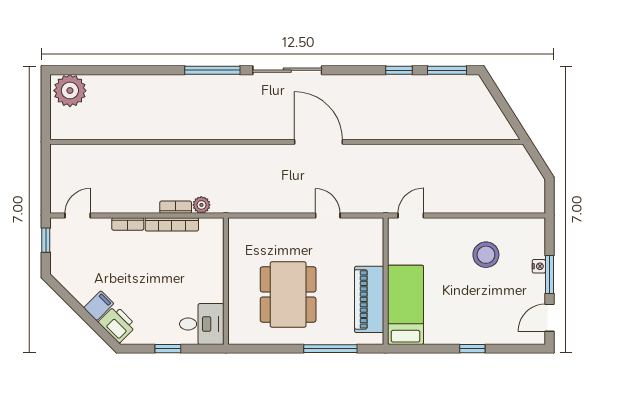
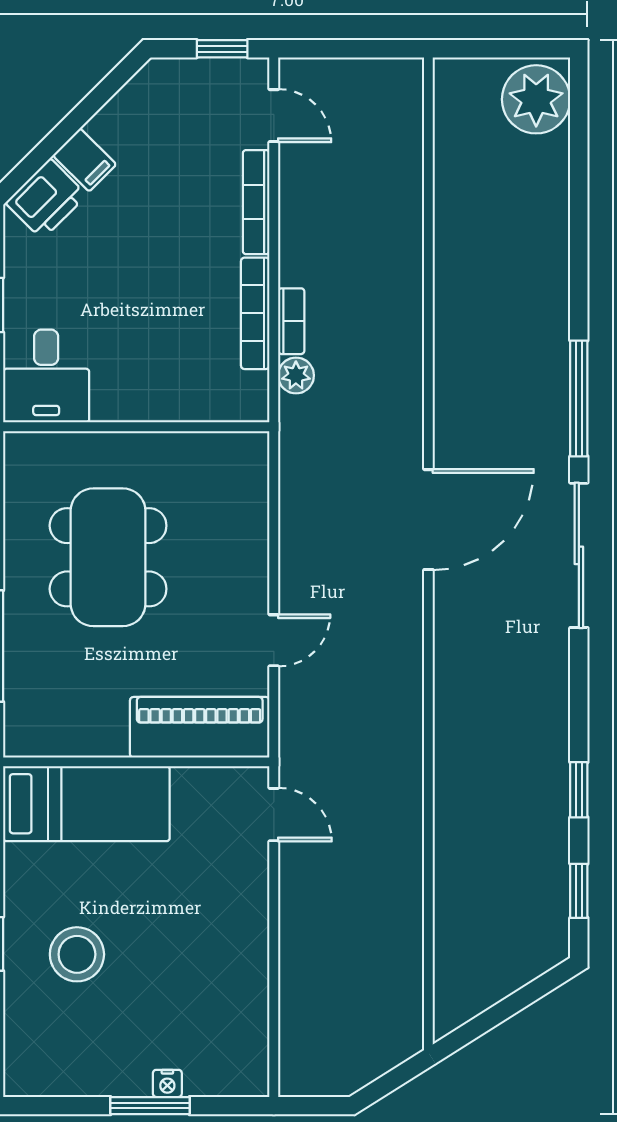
window: (447, 70) -> (579, 891), width x0.67
door: (319, 142) -> (428, 520), moved
bookcase: (128, 224) -> (256, 202), width x1.56
stool: (486, 255) -> (77, 954), moved
dining table: (288, 295) -> (108, 557), turned 90
piano: (369, 299) -> (200, 727), moved
door: (549, 318) -> (59, 1106), removed

